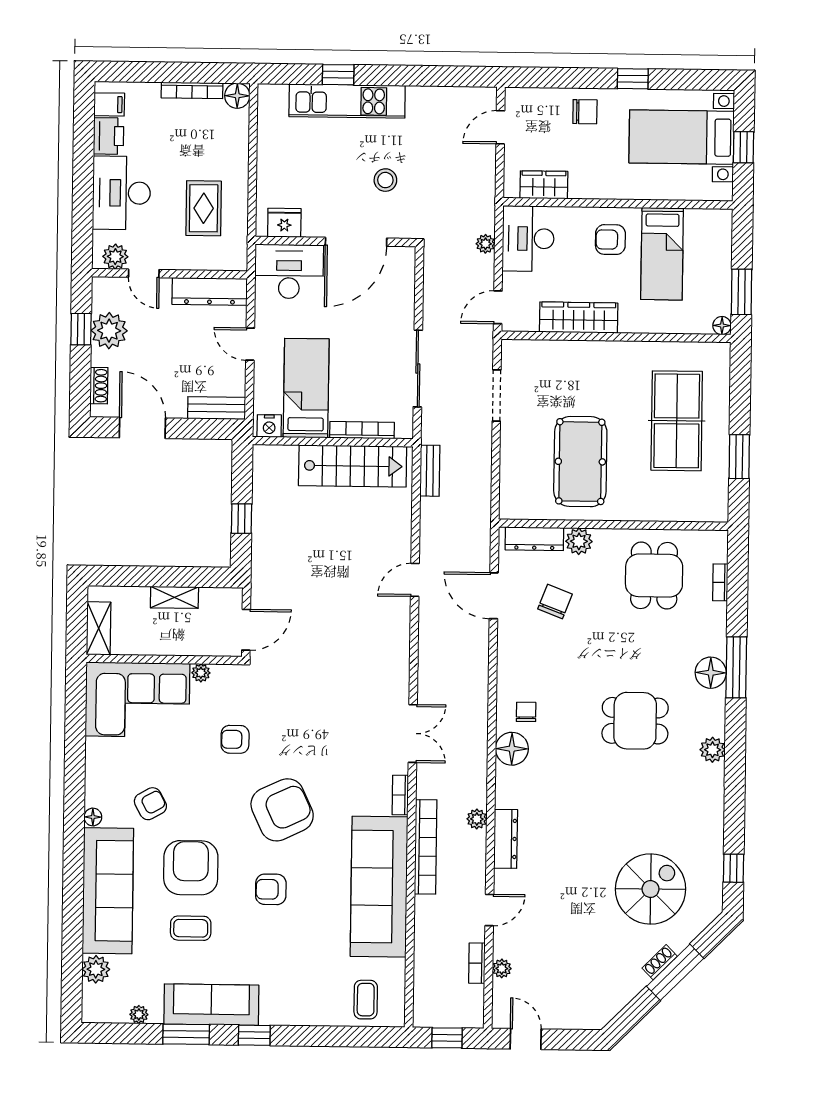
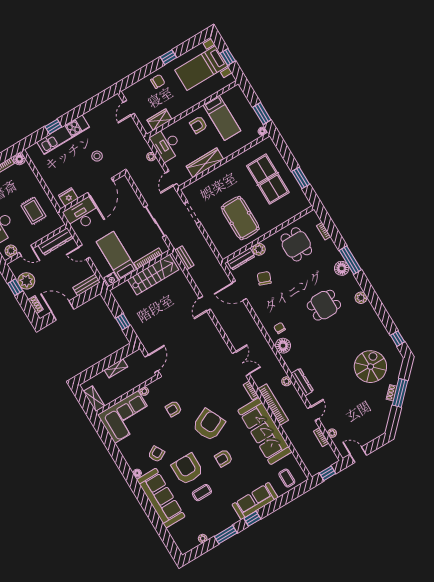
plant: (96, 969) -> (175, 531), removed
sofa: (211, 1005) -> (255, 501), moved

